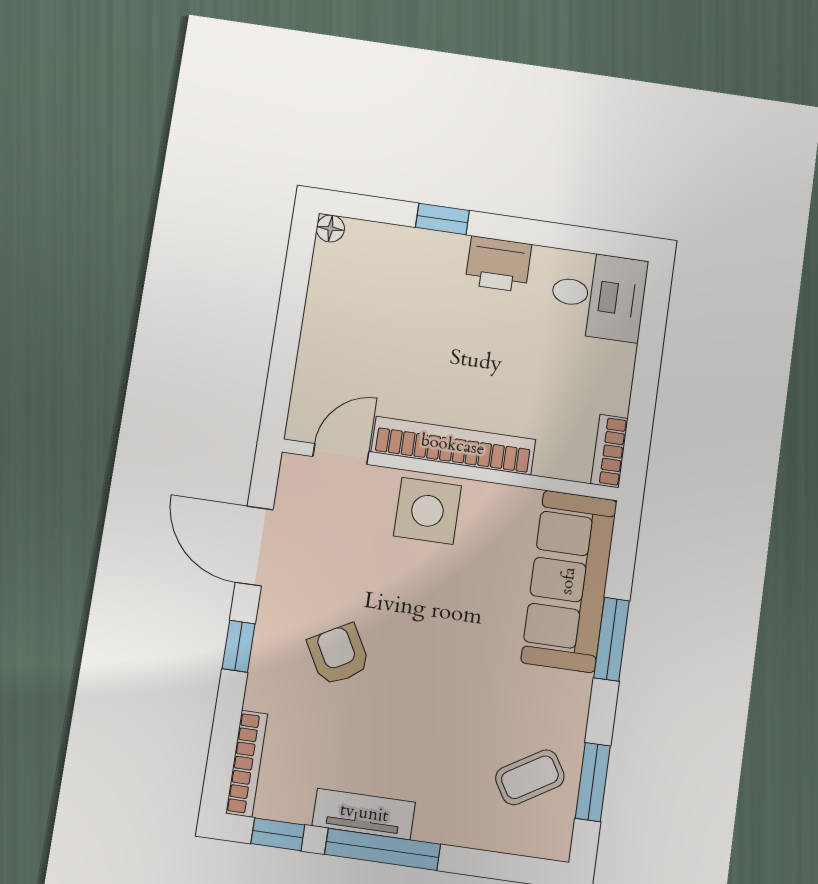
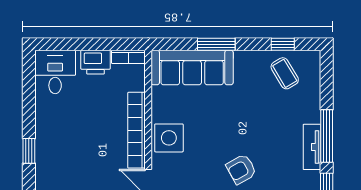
printer: (498, 264) -> (95, 62), moved, turned 90
window: (593, 782) -> (283, 44), width x0.67

